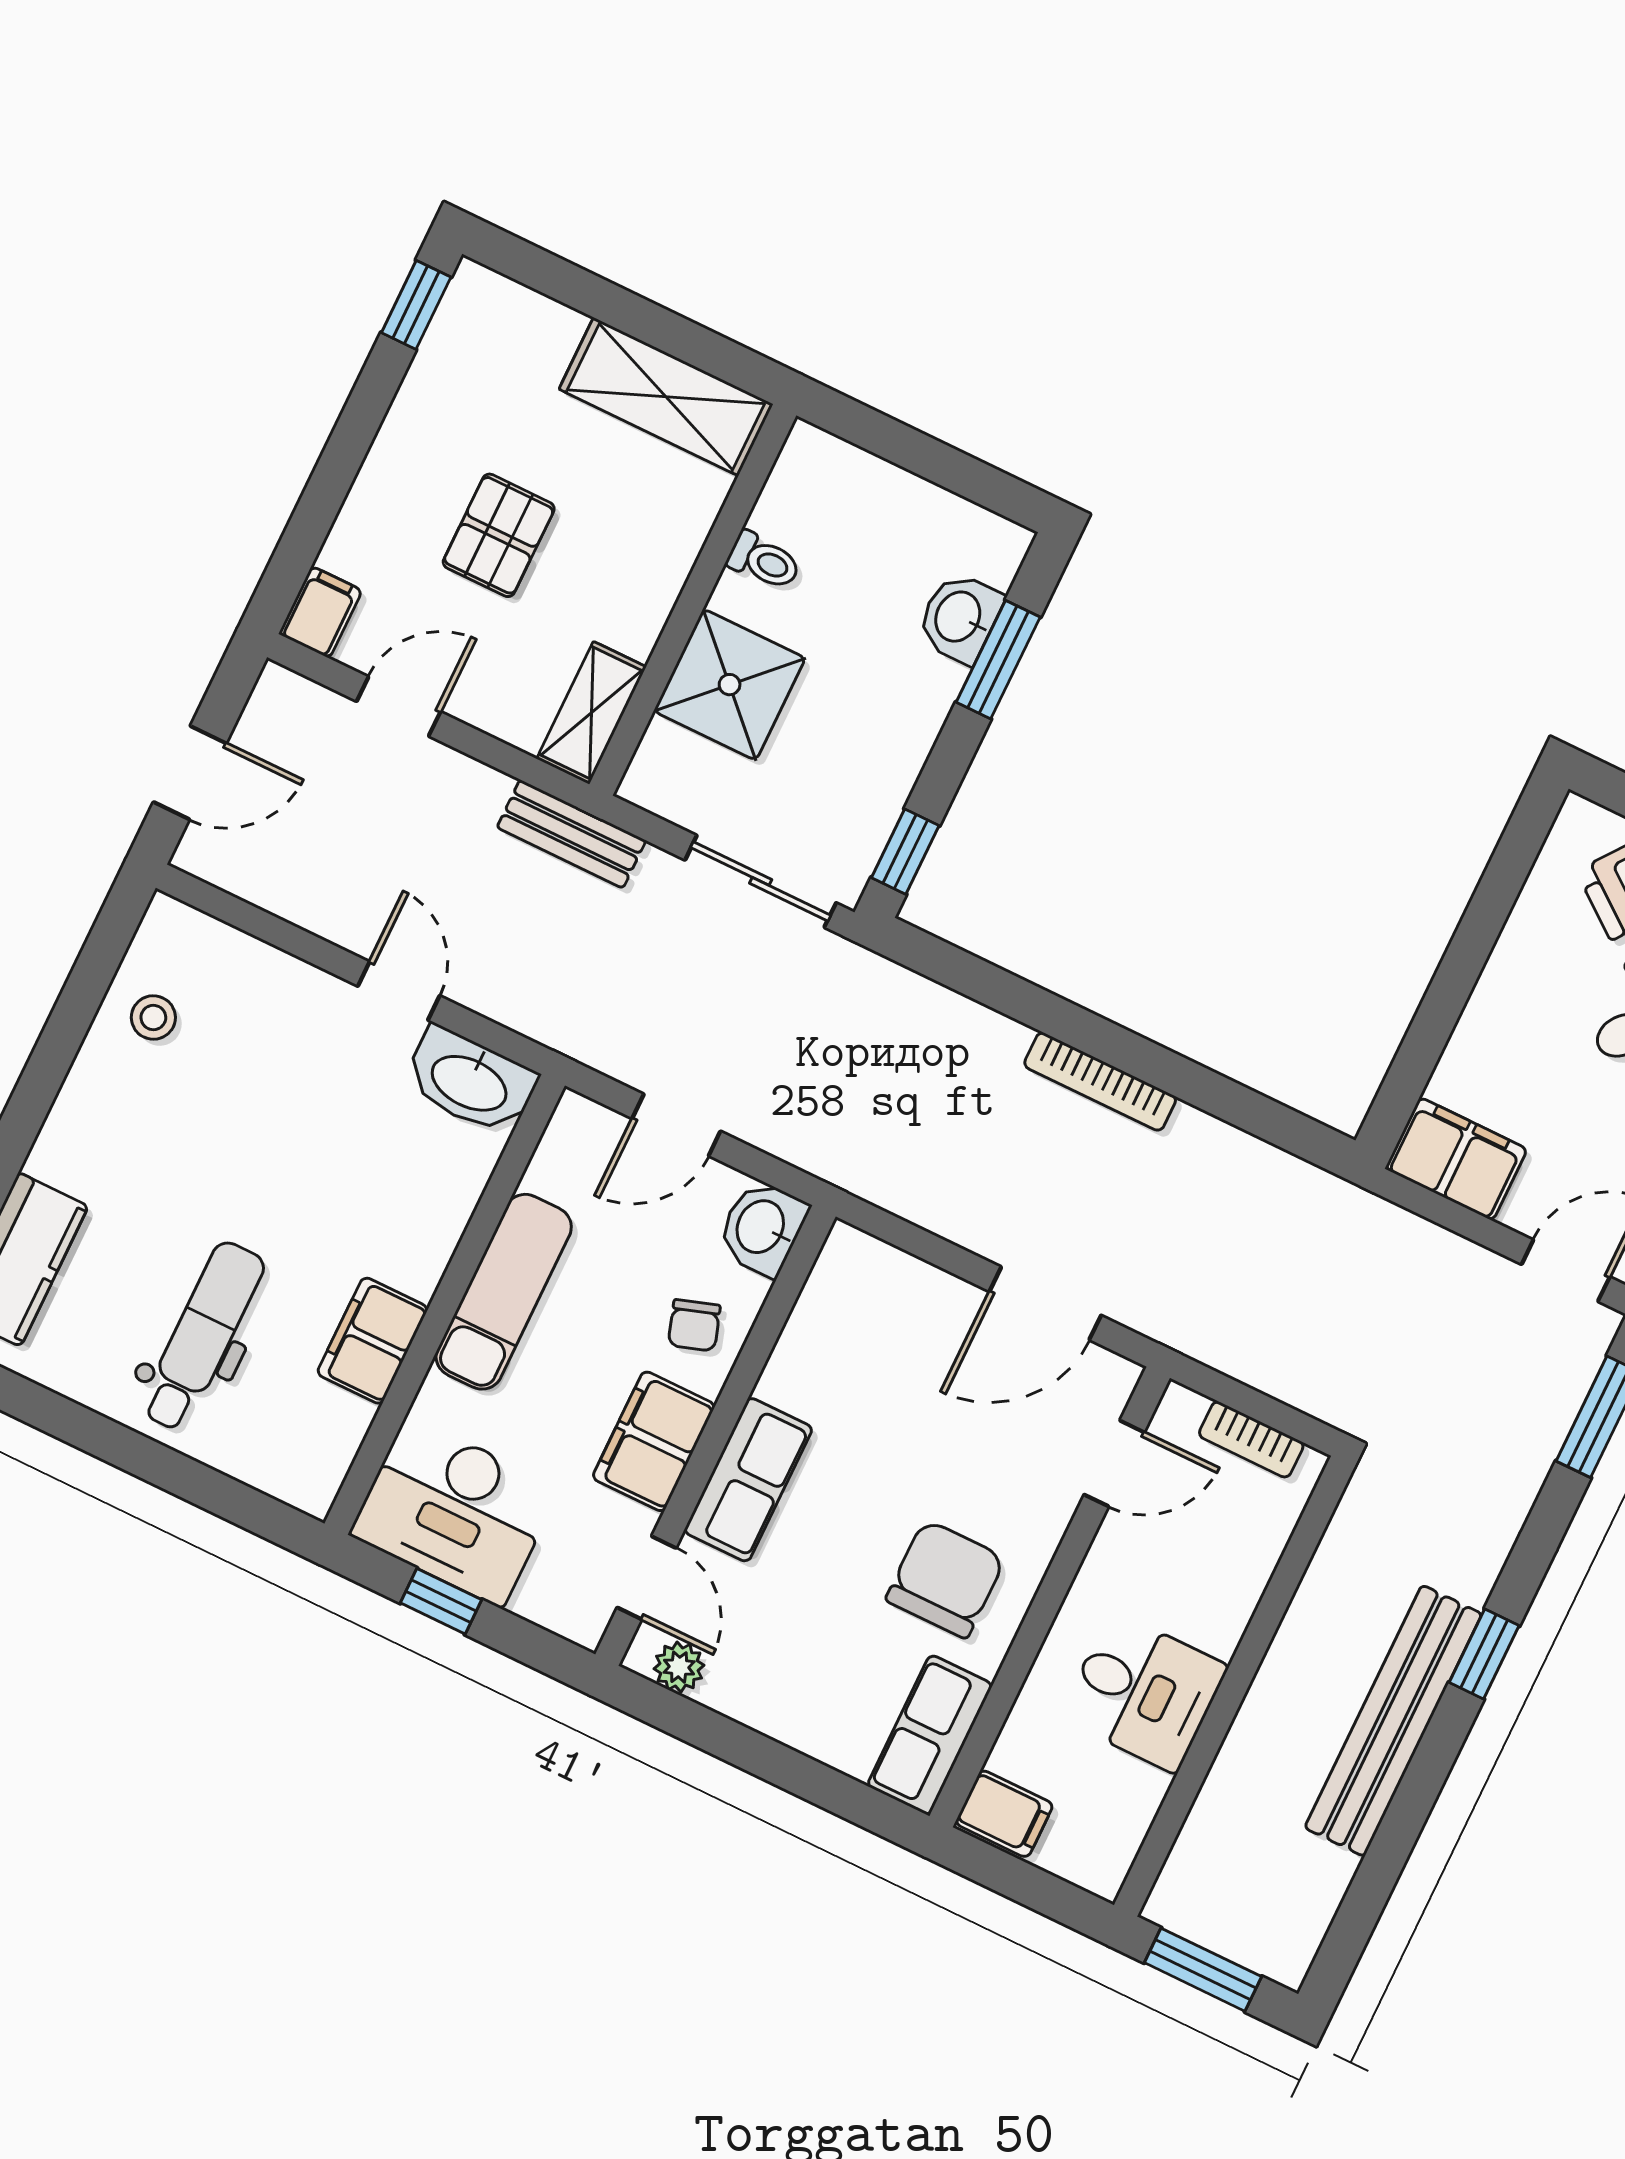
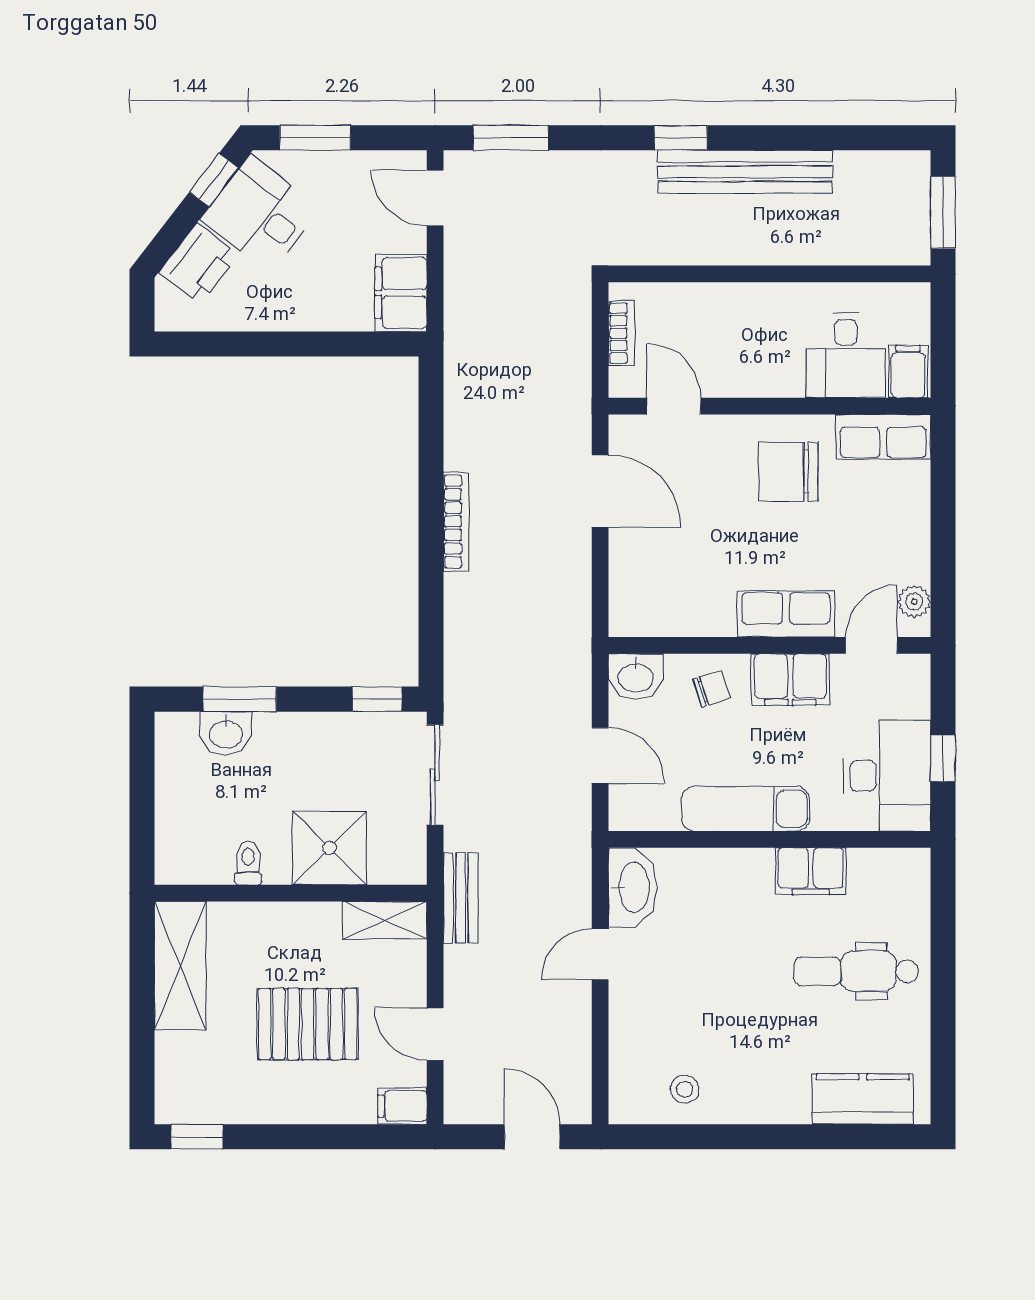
pallet: (499, 535) -> (308, 1024), width x1.50, depth x1.42
desk: (1144, 1692) -> (846, 355), moved, turned 180

